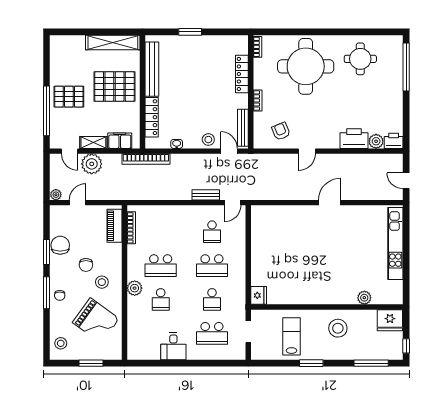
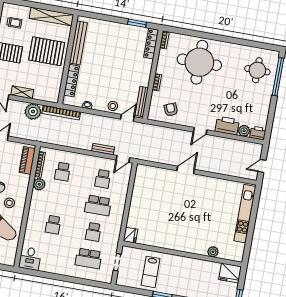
window: (190, 32) -> (137, 23), moved
trolley: (68, 58) -> (14, 23), added
round table: (360, 59) -> (257, 70), moved
locker: (242, 74) -> (151, 44), moved
filing cabinet: (120, 141) -> (43, 94), removed
door: (229, 151) -> (127, 118), hinge flipped
door: (307, 151) -> (200, 131), moved
plant: (92, 164) -> (33, 112), moved
door: (406, 181) -> (262, 166), hinge flipped
door: (330, 203) -> (186, 170), moved
school desk: (161, 266) -> (63, 172), moved, width x0.54
plant: (135, 288) -> (39, 184), moved
stool: (338, 328) -> (188, 272), removed
lab bench: (291, 336) -> (151, 272), turned 180
desk: (173, 346) -> (30, 259), moved

